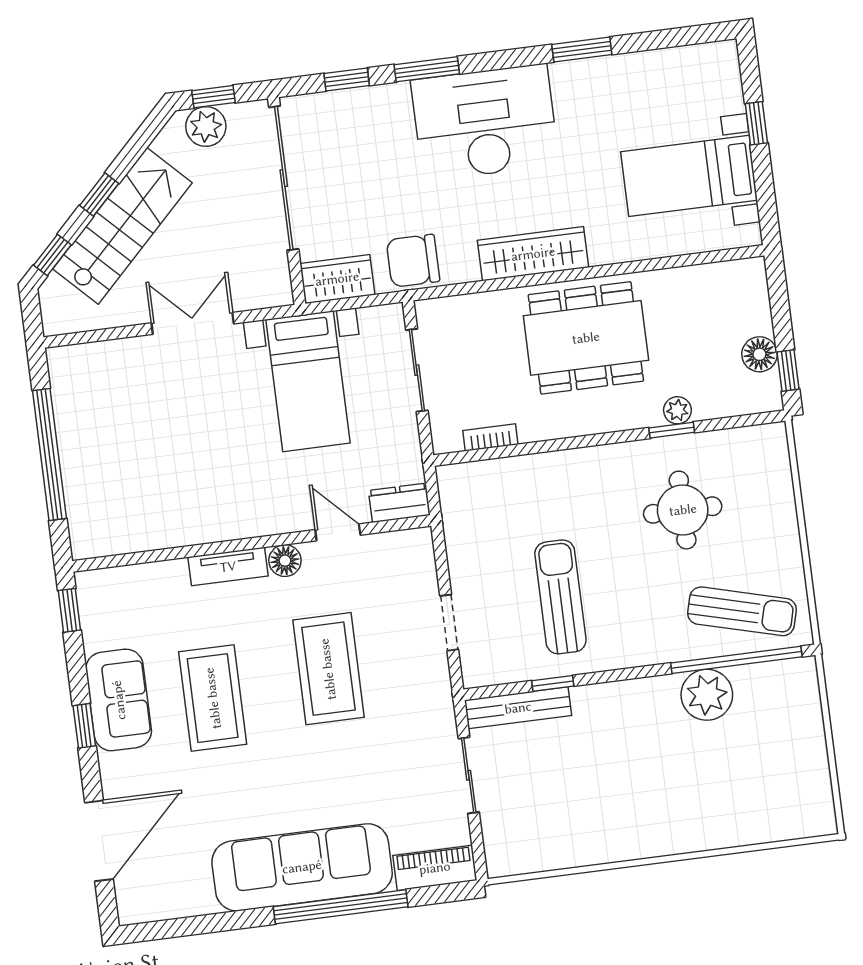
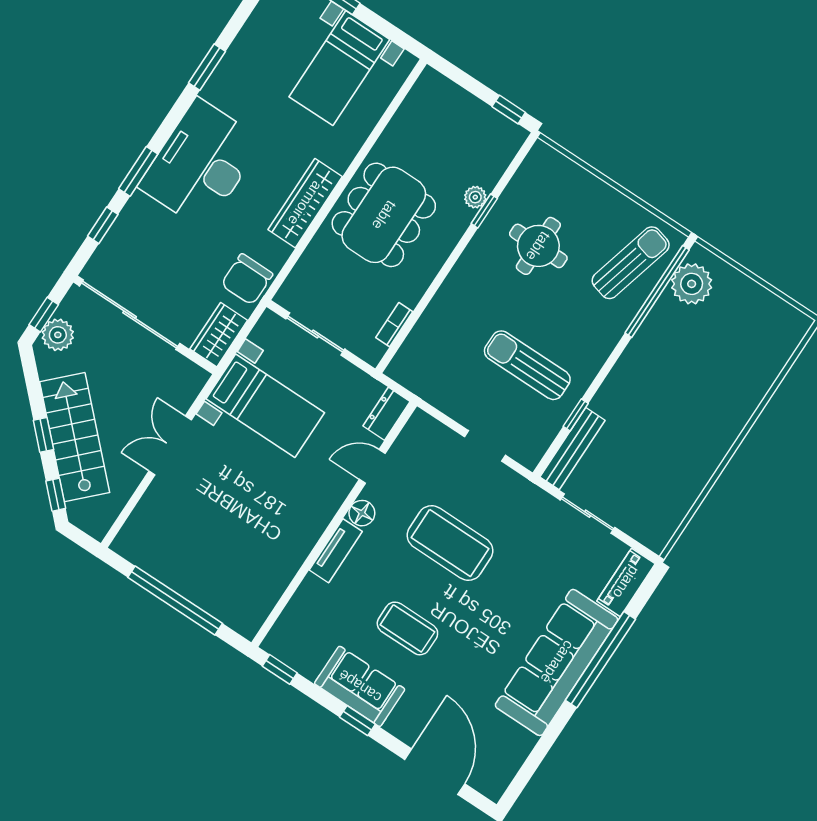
floor lamp: (759, 354) -> (484, 118), removed
plant: (707, 695) -> (692, 284), moved
coffee table: (213, 698) -> (407, 628), width x0.73, depth x0.76

